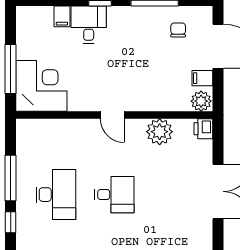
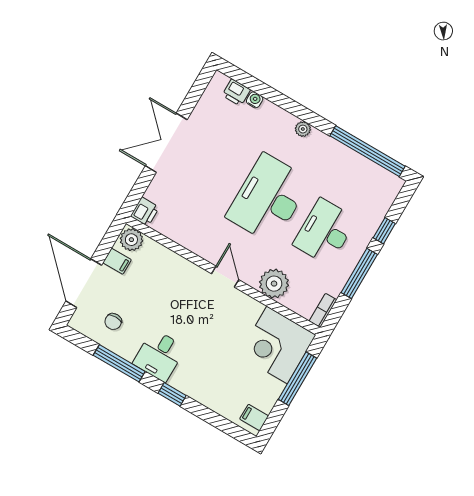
filing cabinet: (62, 16) -> (254, 417), moved, turned -90
desk: (89, 25) -> (159, 355), moved
plant: (160, 132) -> (274, 284), moved
bookcase: (22, 133) -> (323, 310), added
desk: (114, 195) -> (268, 199), width x1.87, depth x1.30

